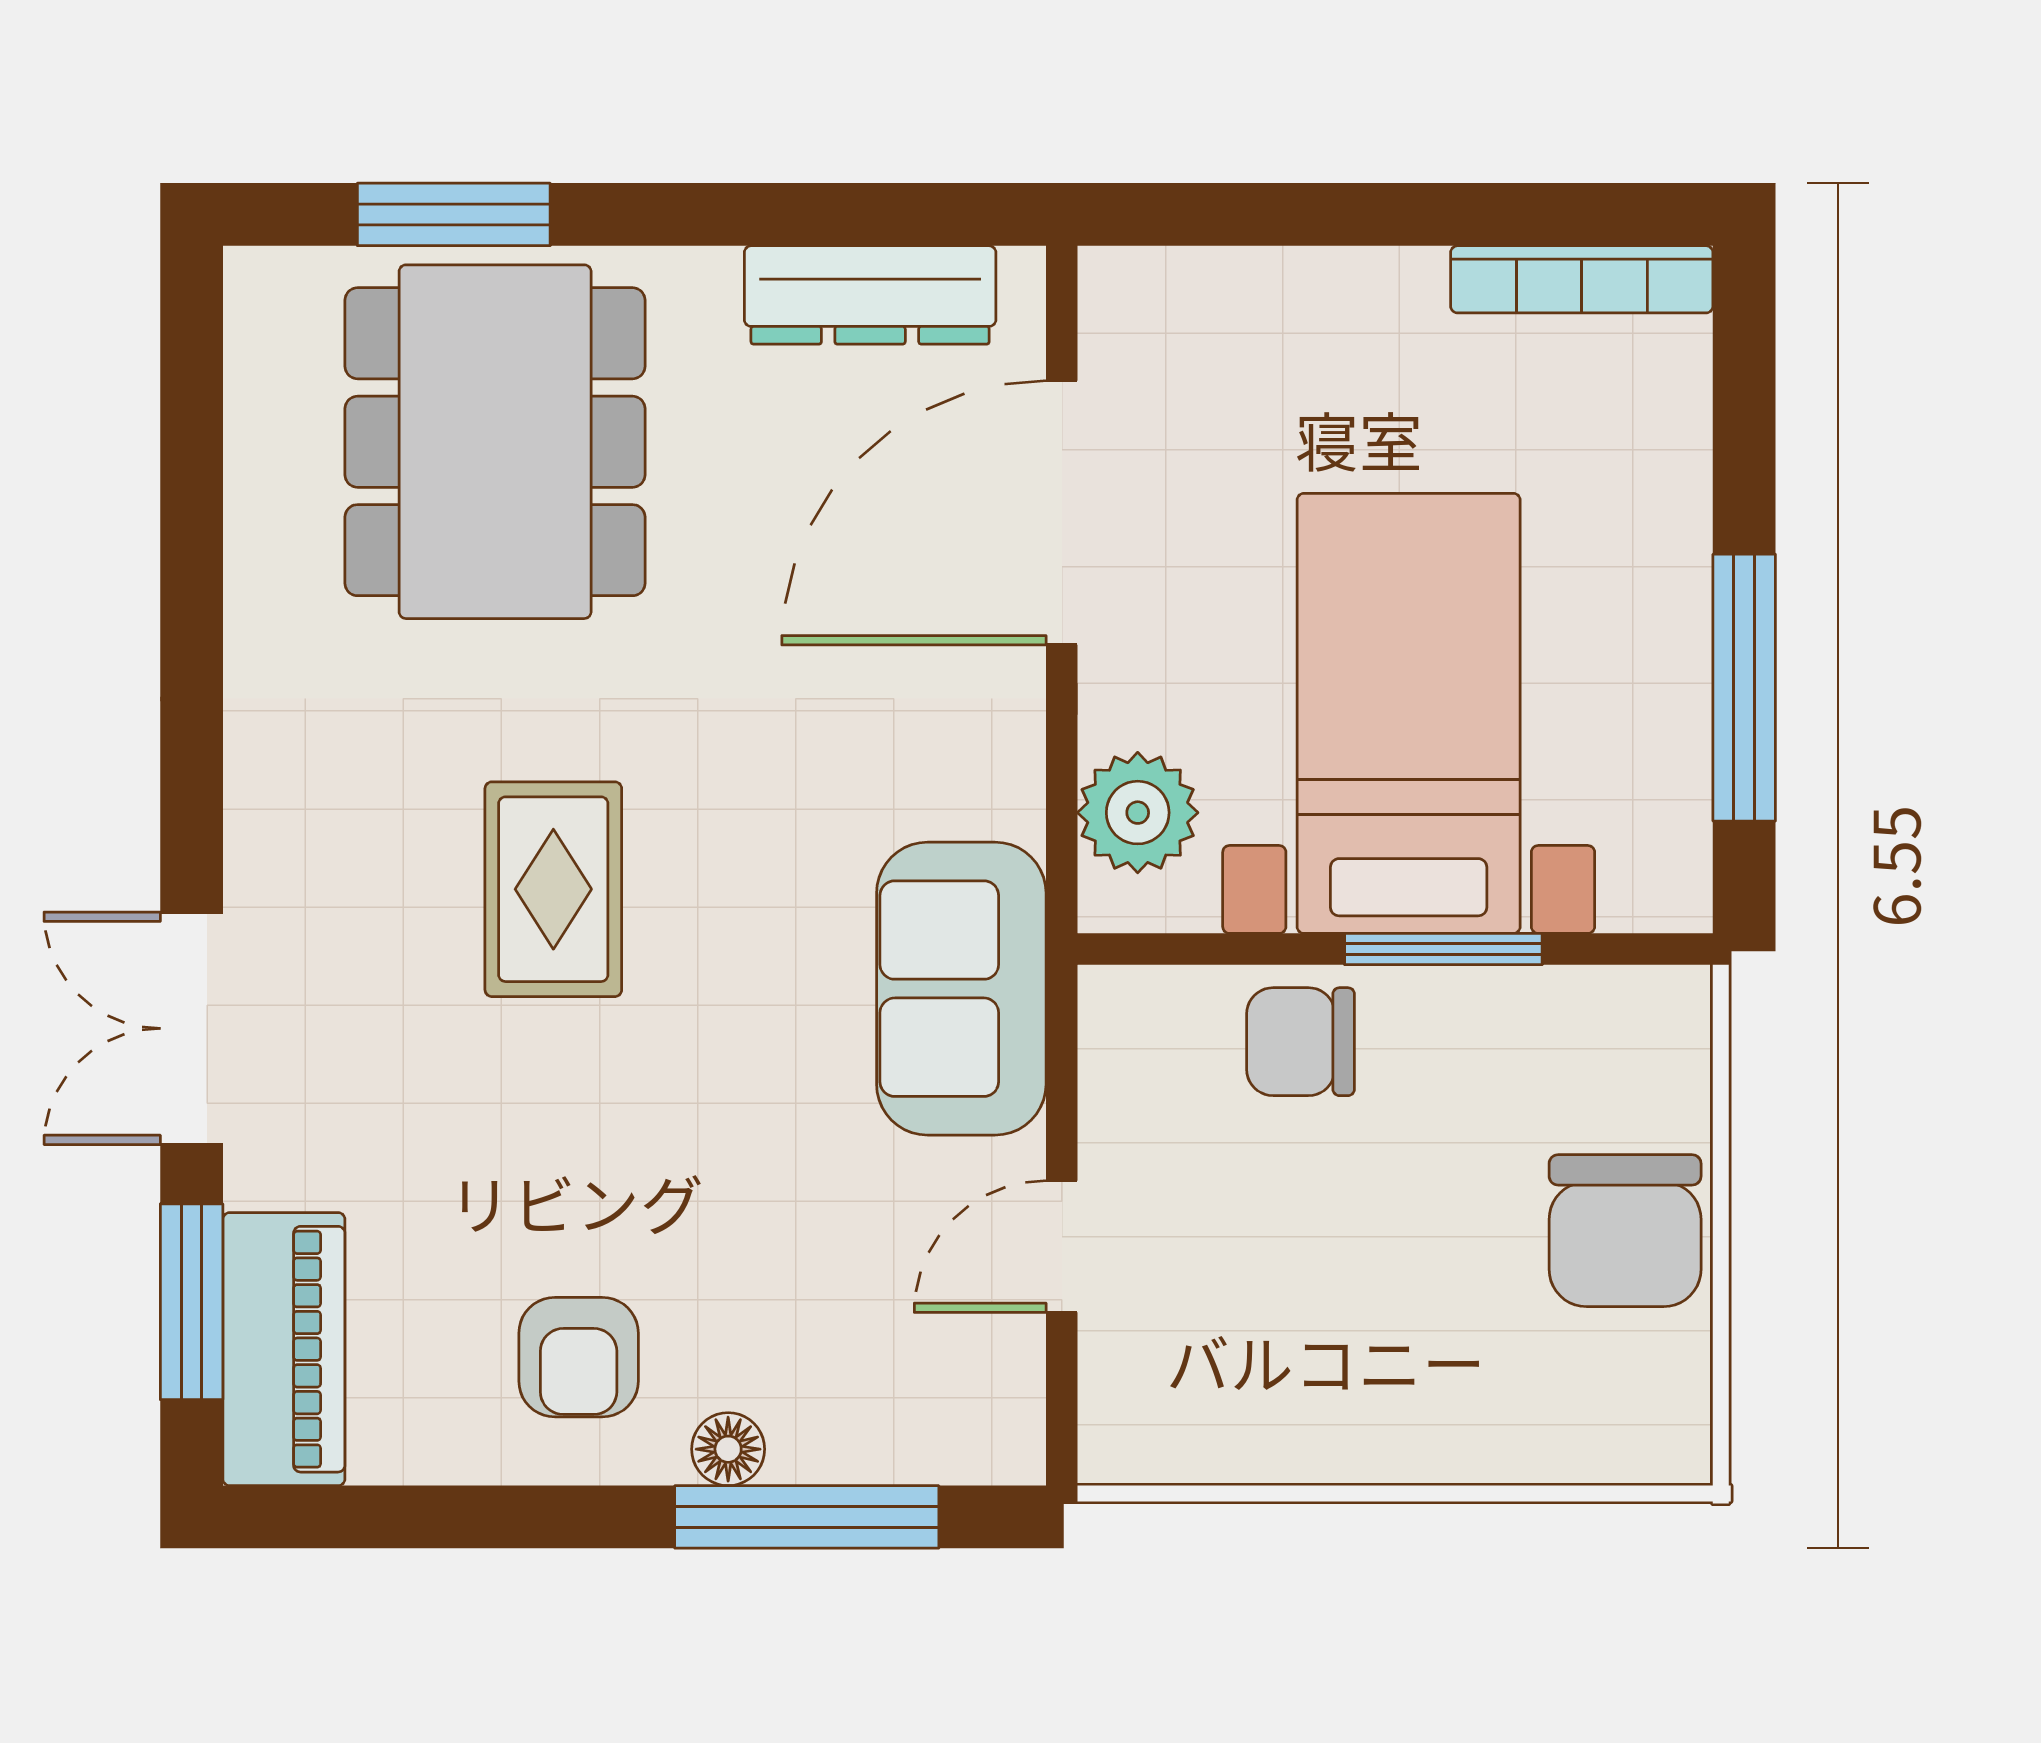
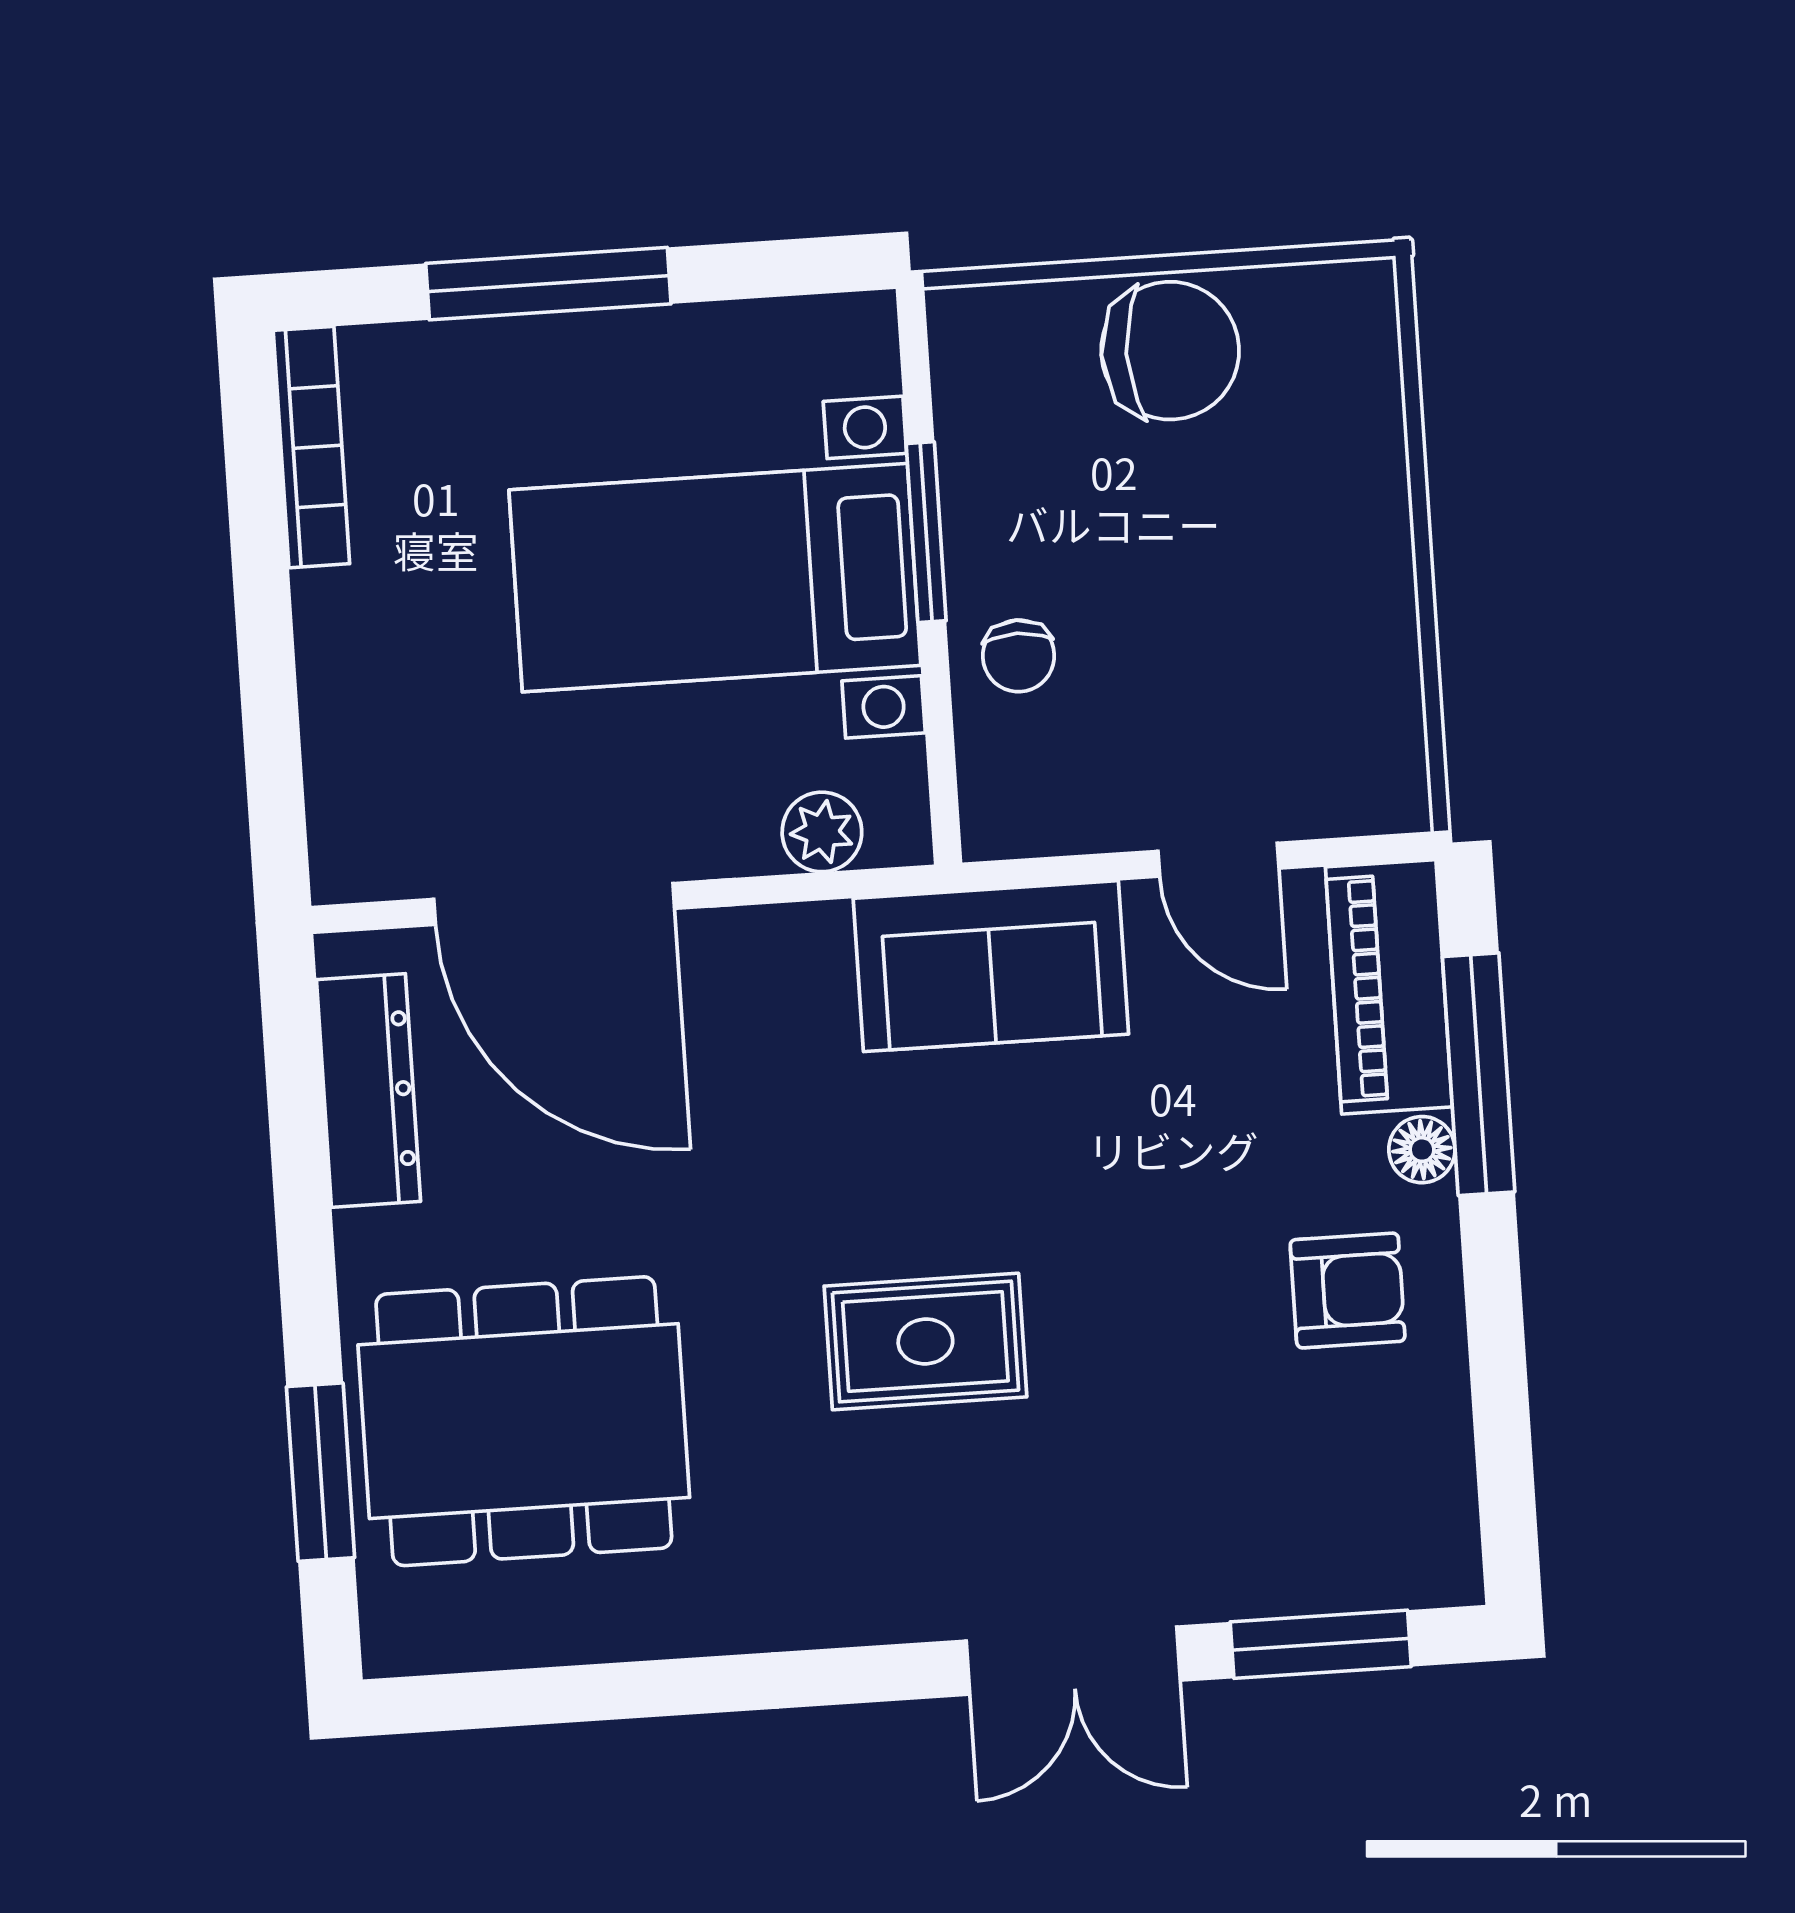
window: (1744, 688) -> (548, 284), moved
plant: (1138, 813) -> (822, 832), width x0.73, depth x0.73
chair: (1300, 1042) -> (1019, 656), width x0.73, depth x0.73
piano: (284, 1349) -> (1389, 987), moved, turned -90

